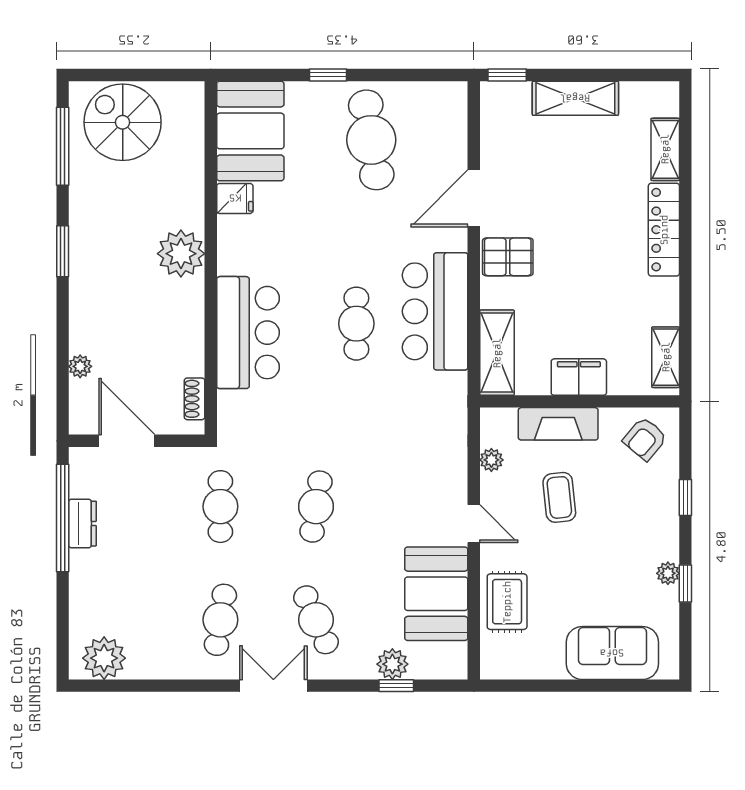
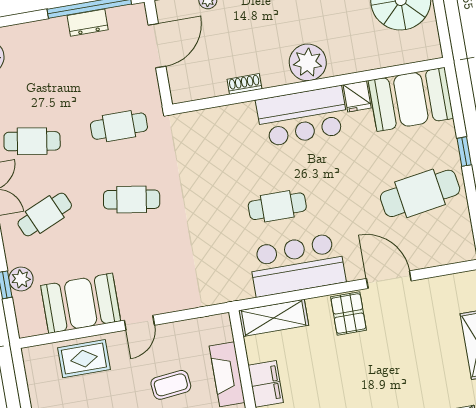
bar counter: (248, 333) -> (302, 116), moved
shoe rack: (195, 399) -> (244, 84), moved
plant: (491, 460) -> (191, 328), removed

